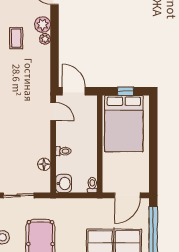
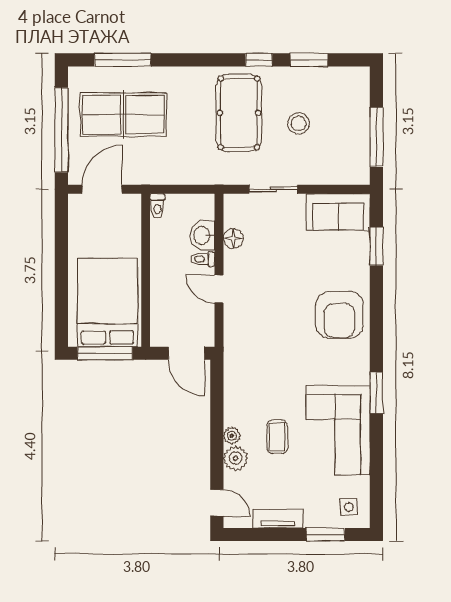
window: (126, 91) -> (105, 353), width x2.17
door: (53, 111) -> (219, 289), moved
washbasin: (64, 183) -> (202, 236), moved

